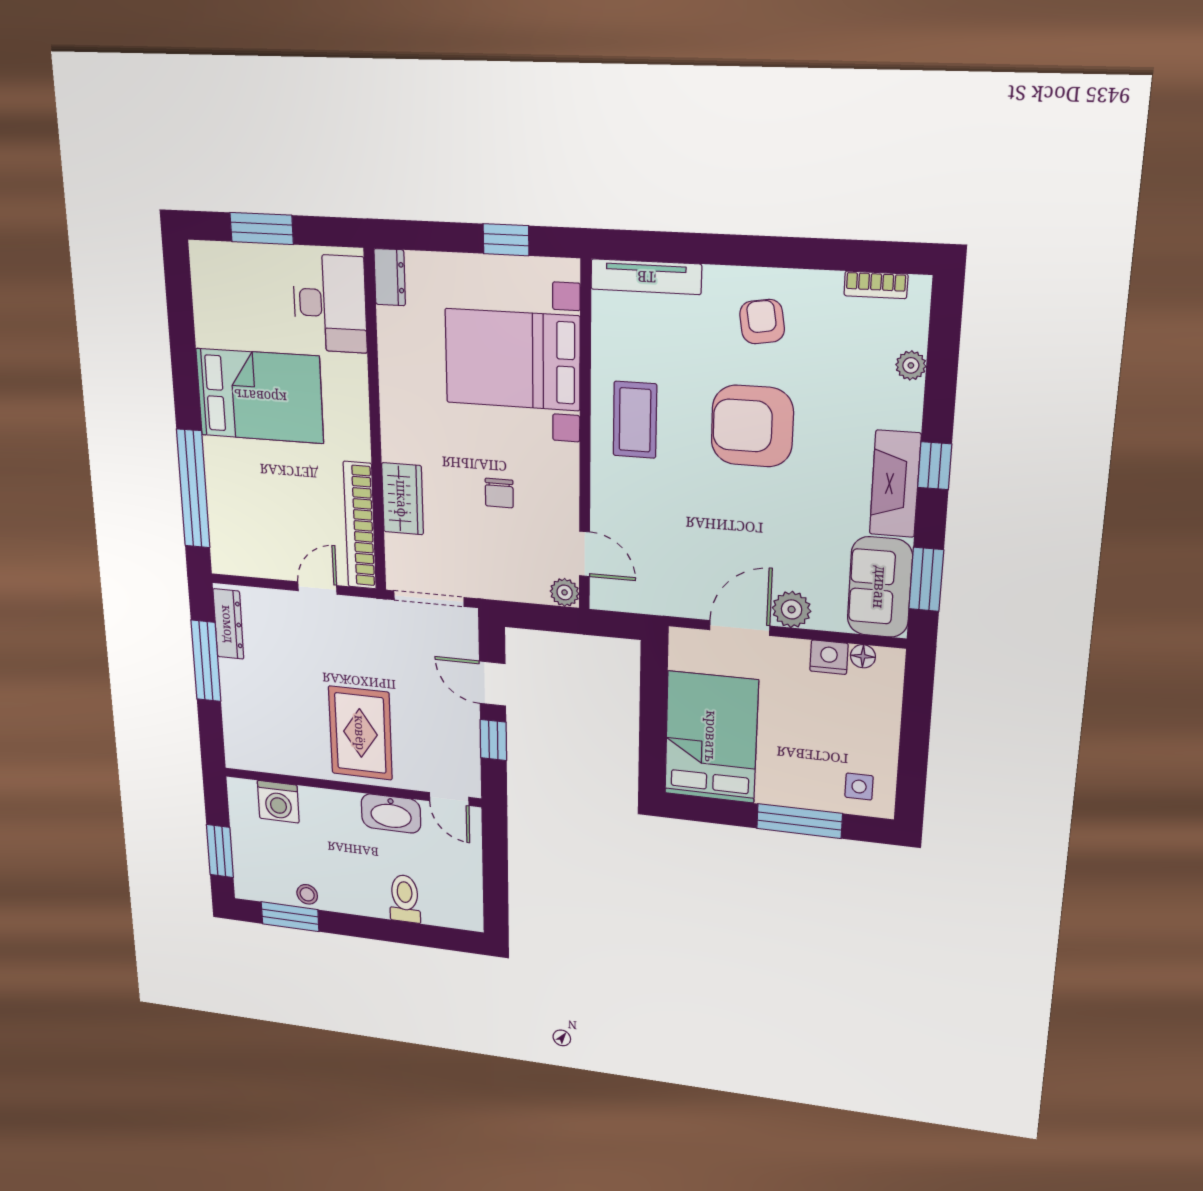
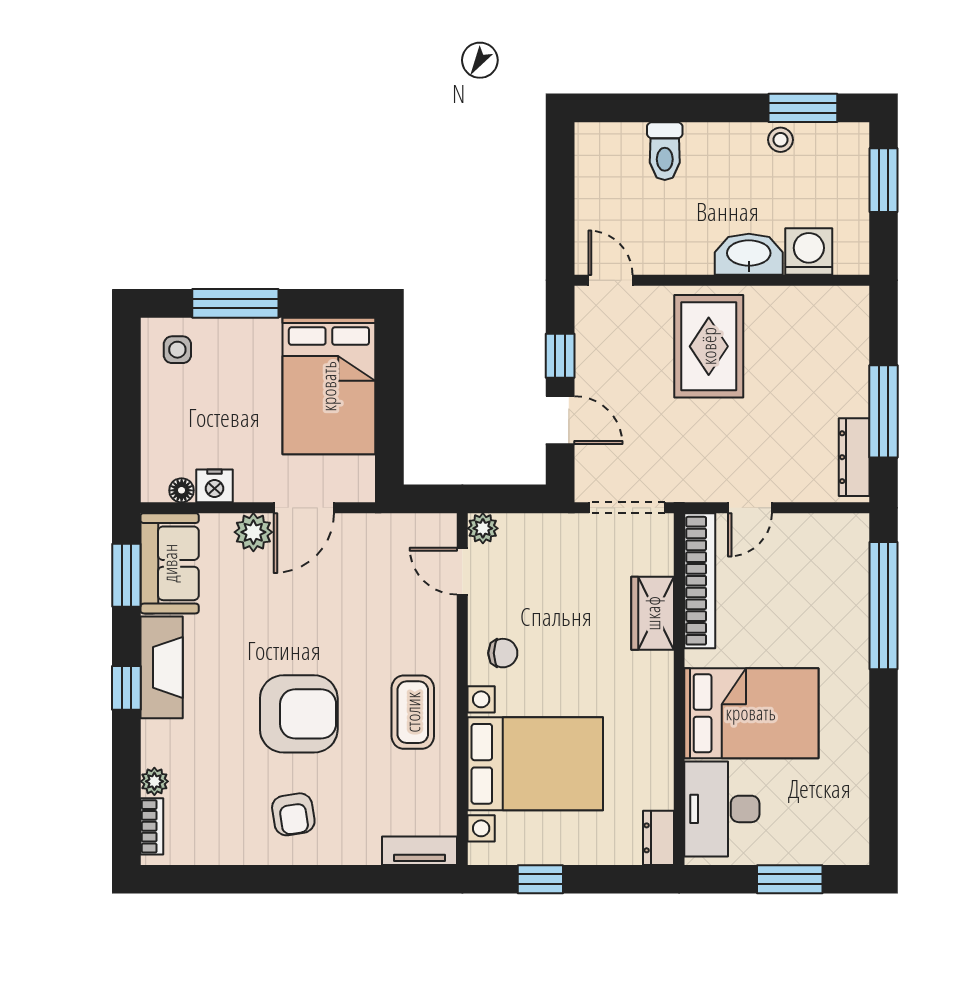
tv unit: (646, 277) -> (420, 851), width x0.71
bookcase: (876, 285) -> (152, 826), moved, turned 90
bed: (260, 396) -> (751, 713), moved, turned 180
chair: (499, 493) -> (503, 653), moved, turned 90
washbasin: (391, 813) -> (749, 254), moved

